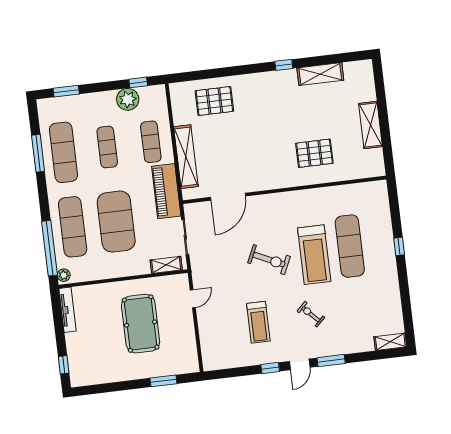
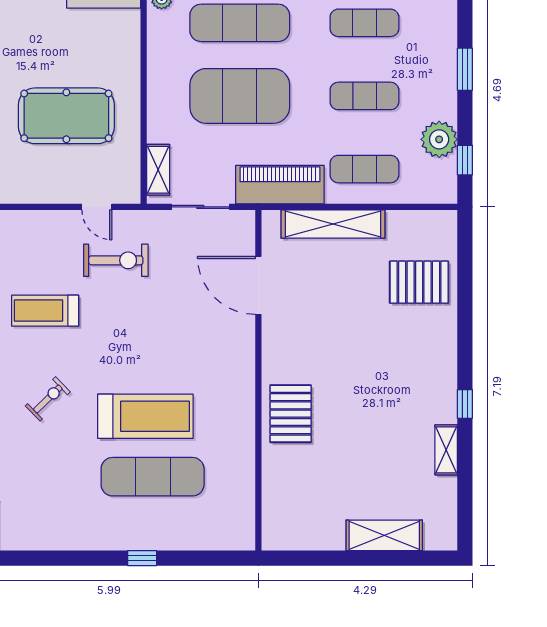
shelving: (320, 74) -> (446, 450), width x0.67, depth x0.75
window: (66, 91) -> (465, 69), moved
pallet: (214, 101) -> (419, 282), turned 90
shelving: (371, 125) -> (384, 535), moved
exercise mat: (64, 152) -> (364, 23), width x0.73, depth x0.69
pallet: (314, 153) -> (291, 414), moved
treadmill: (314, 255) -> (145, 416), turned 180
exercise bike: (269, 260) -> (116, 260), moved, turned -115

